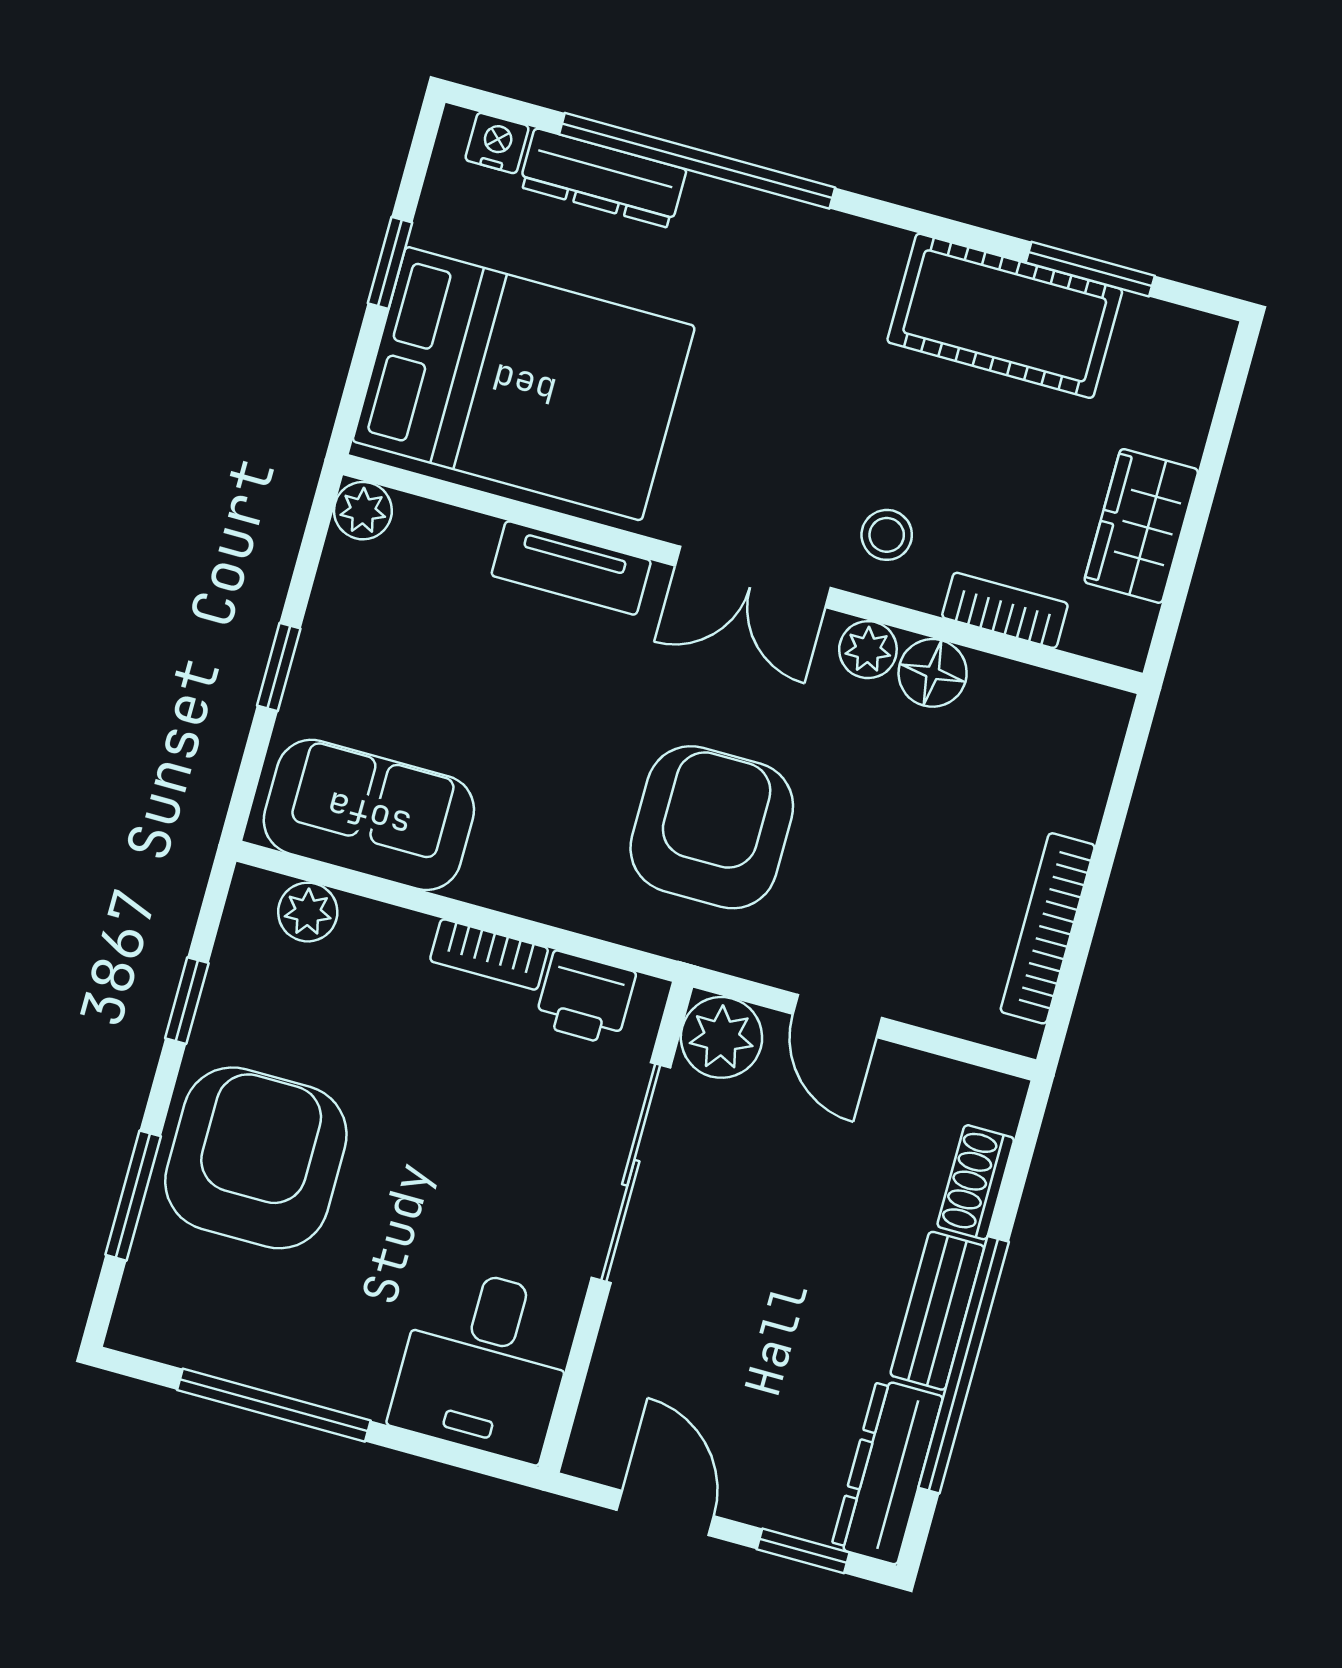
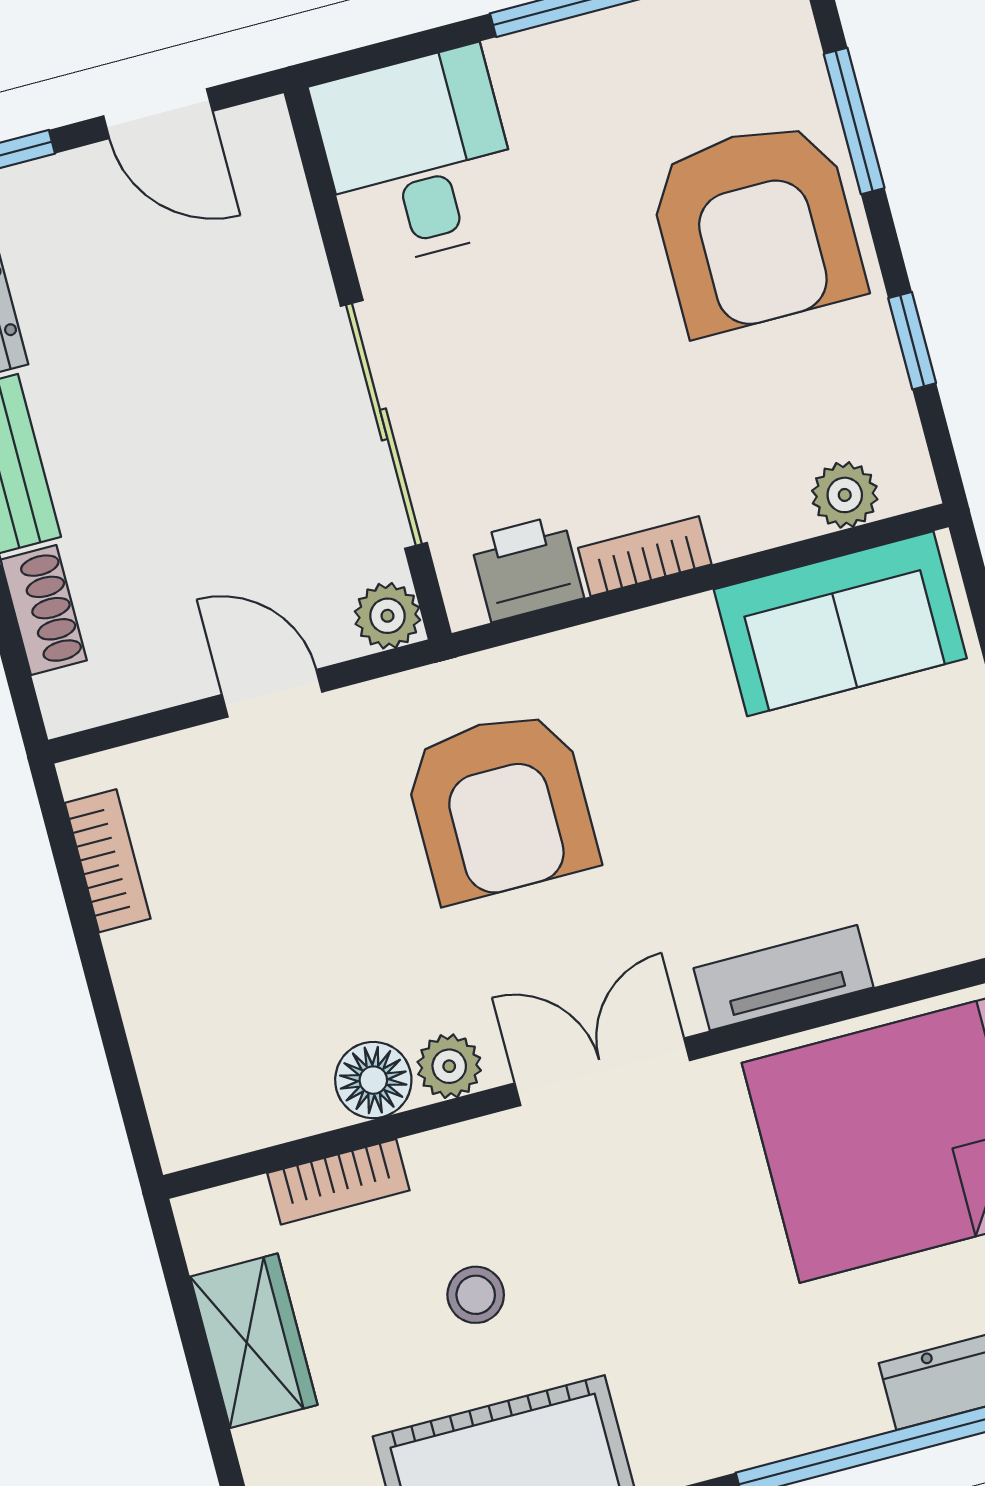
stool: (887, 535) -> (476, 1295), moved
bookcase: (1048, 928) -> (108, 861), width x0.64
plant: (721, 1037) -> (387, 616), width x0.73, depth x0.73

